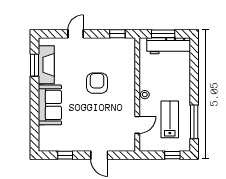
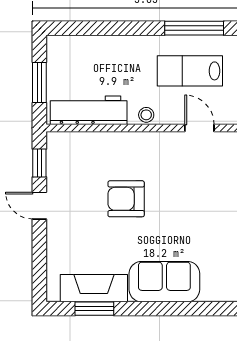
door: (76, 34) -> (39, 206), moved
workbench: (169, 46) -> (89, 110), moved, turned -90

